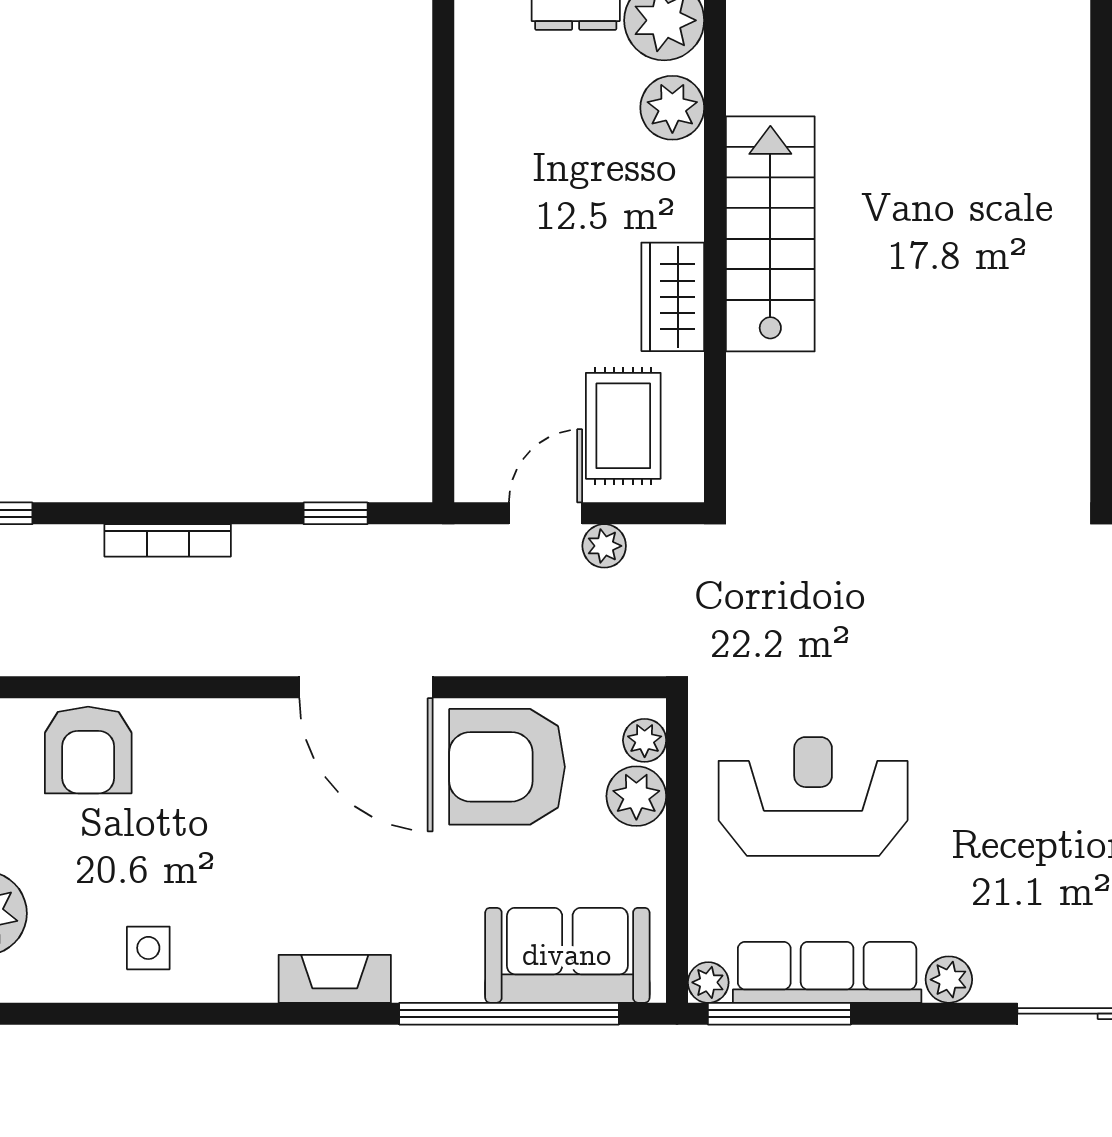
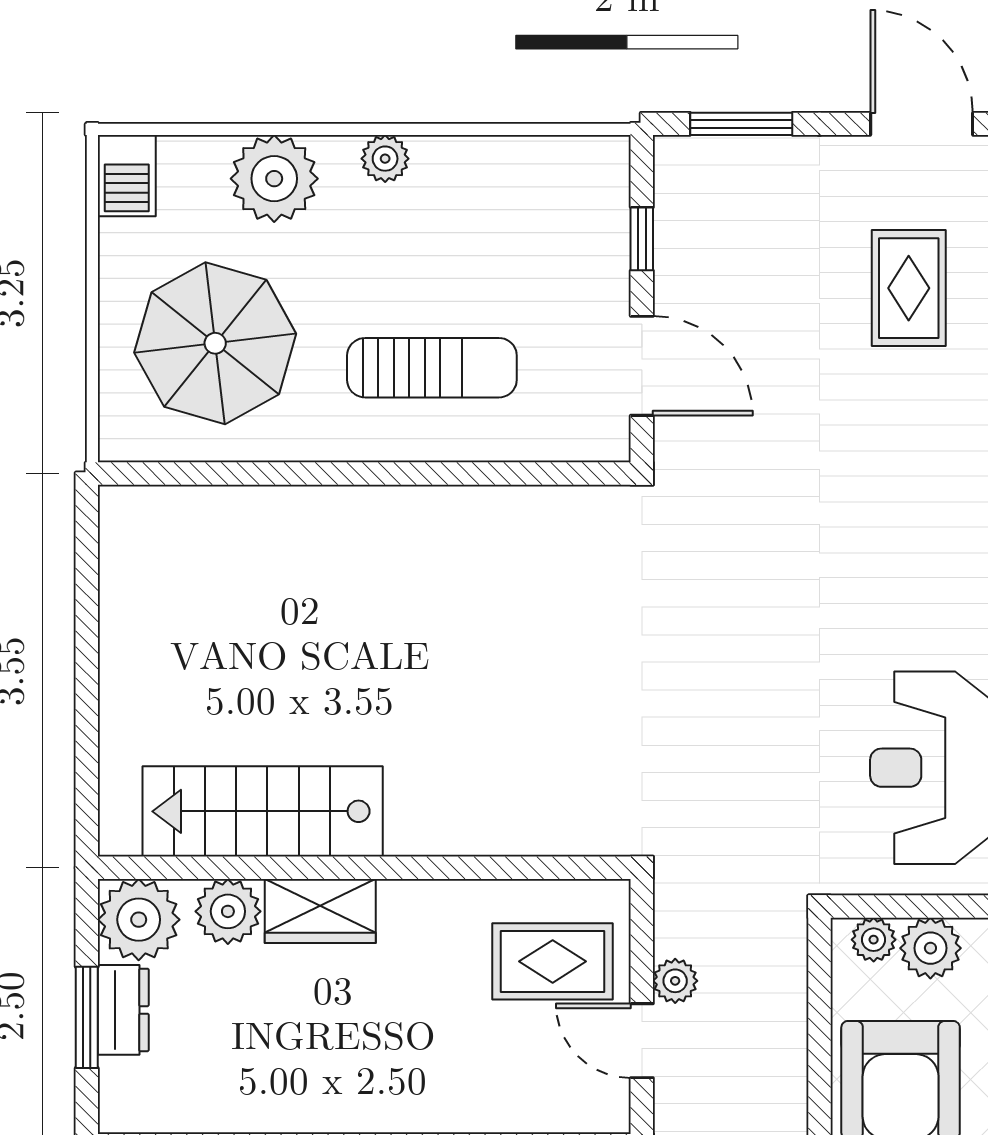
stairs: (770, 234) -> (263, 811), moved
wardrobe: (673, 297) -> (320, 911), moved

